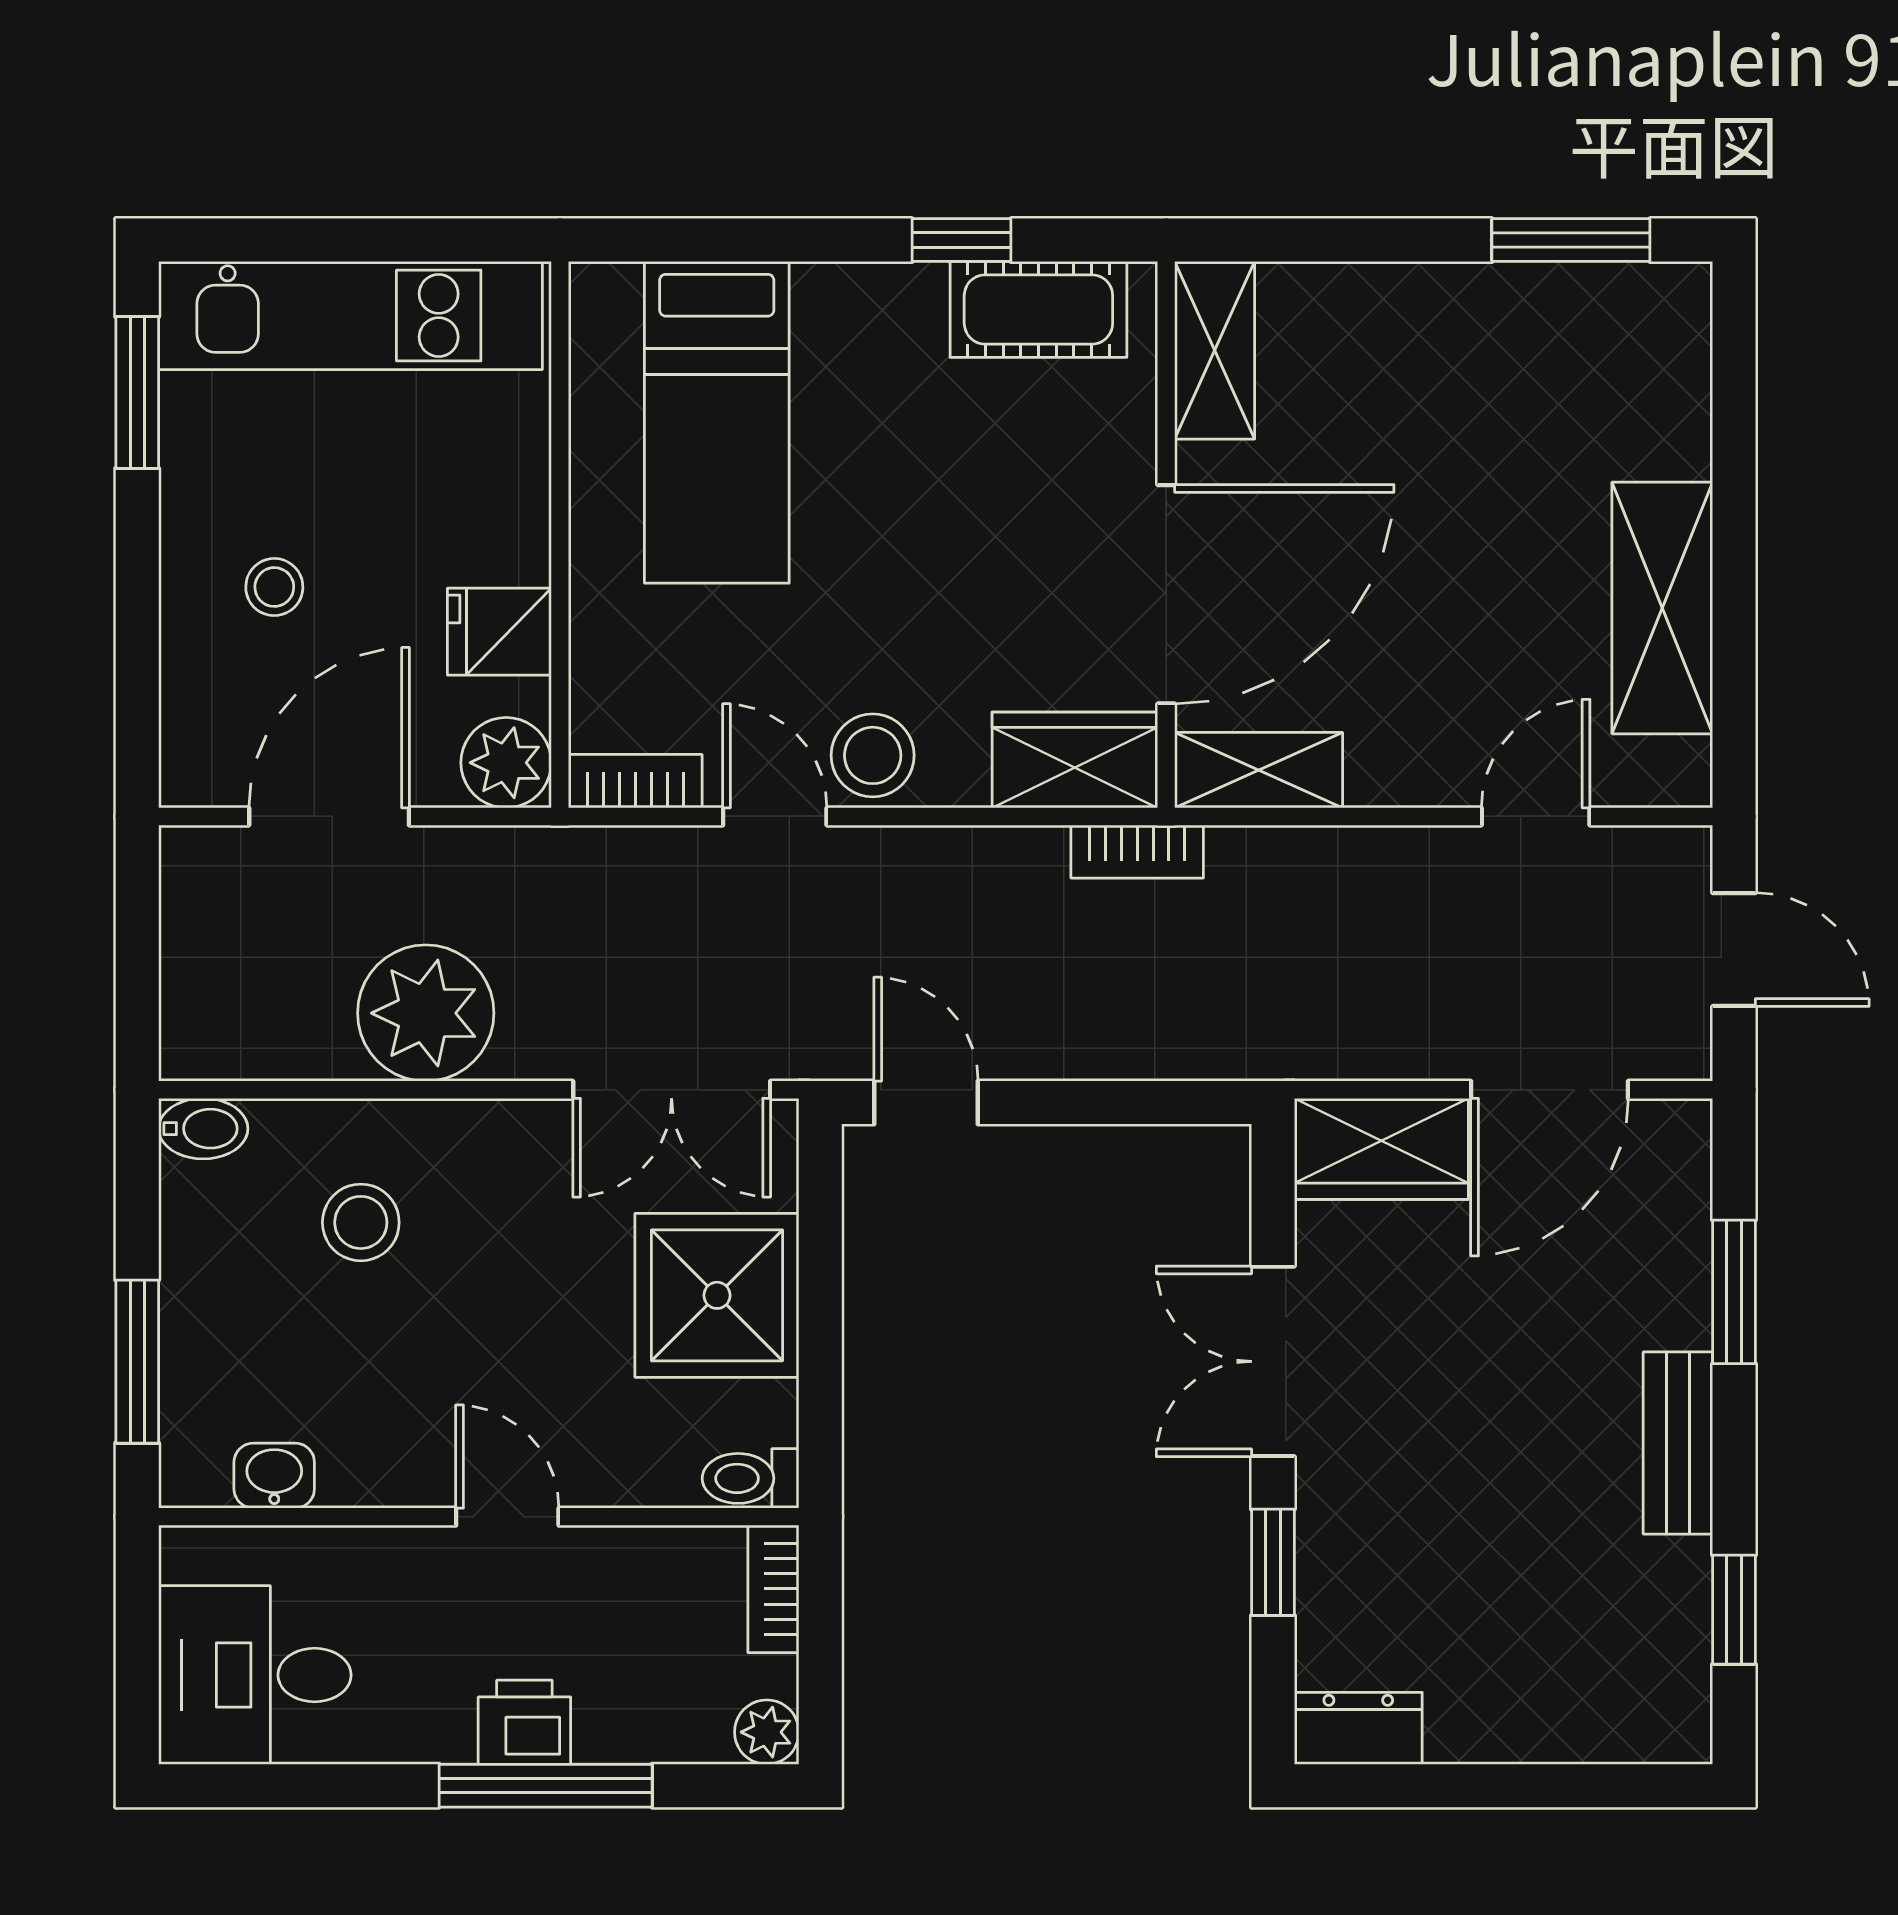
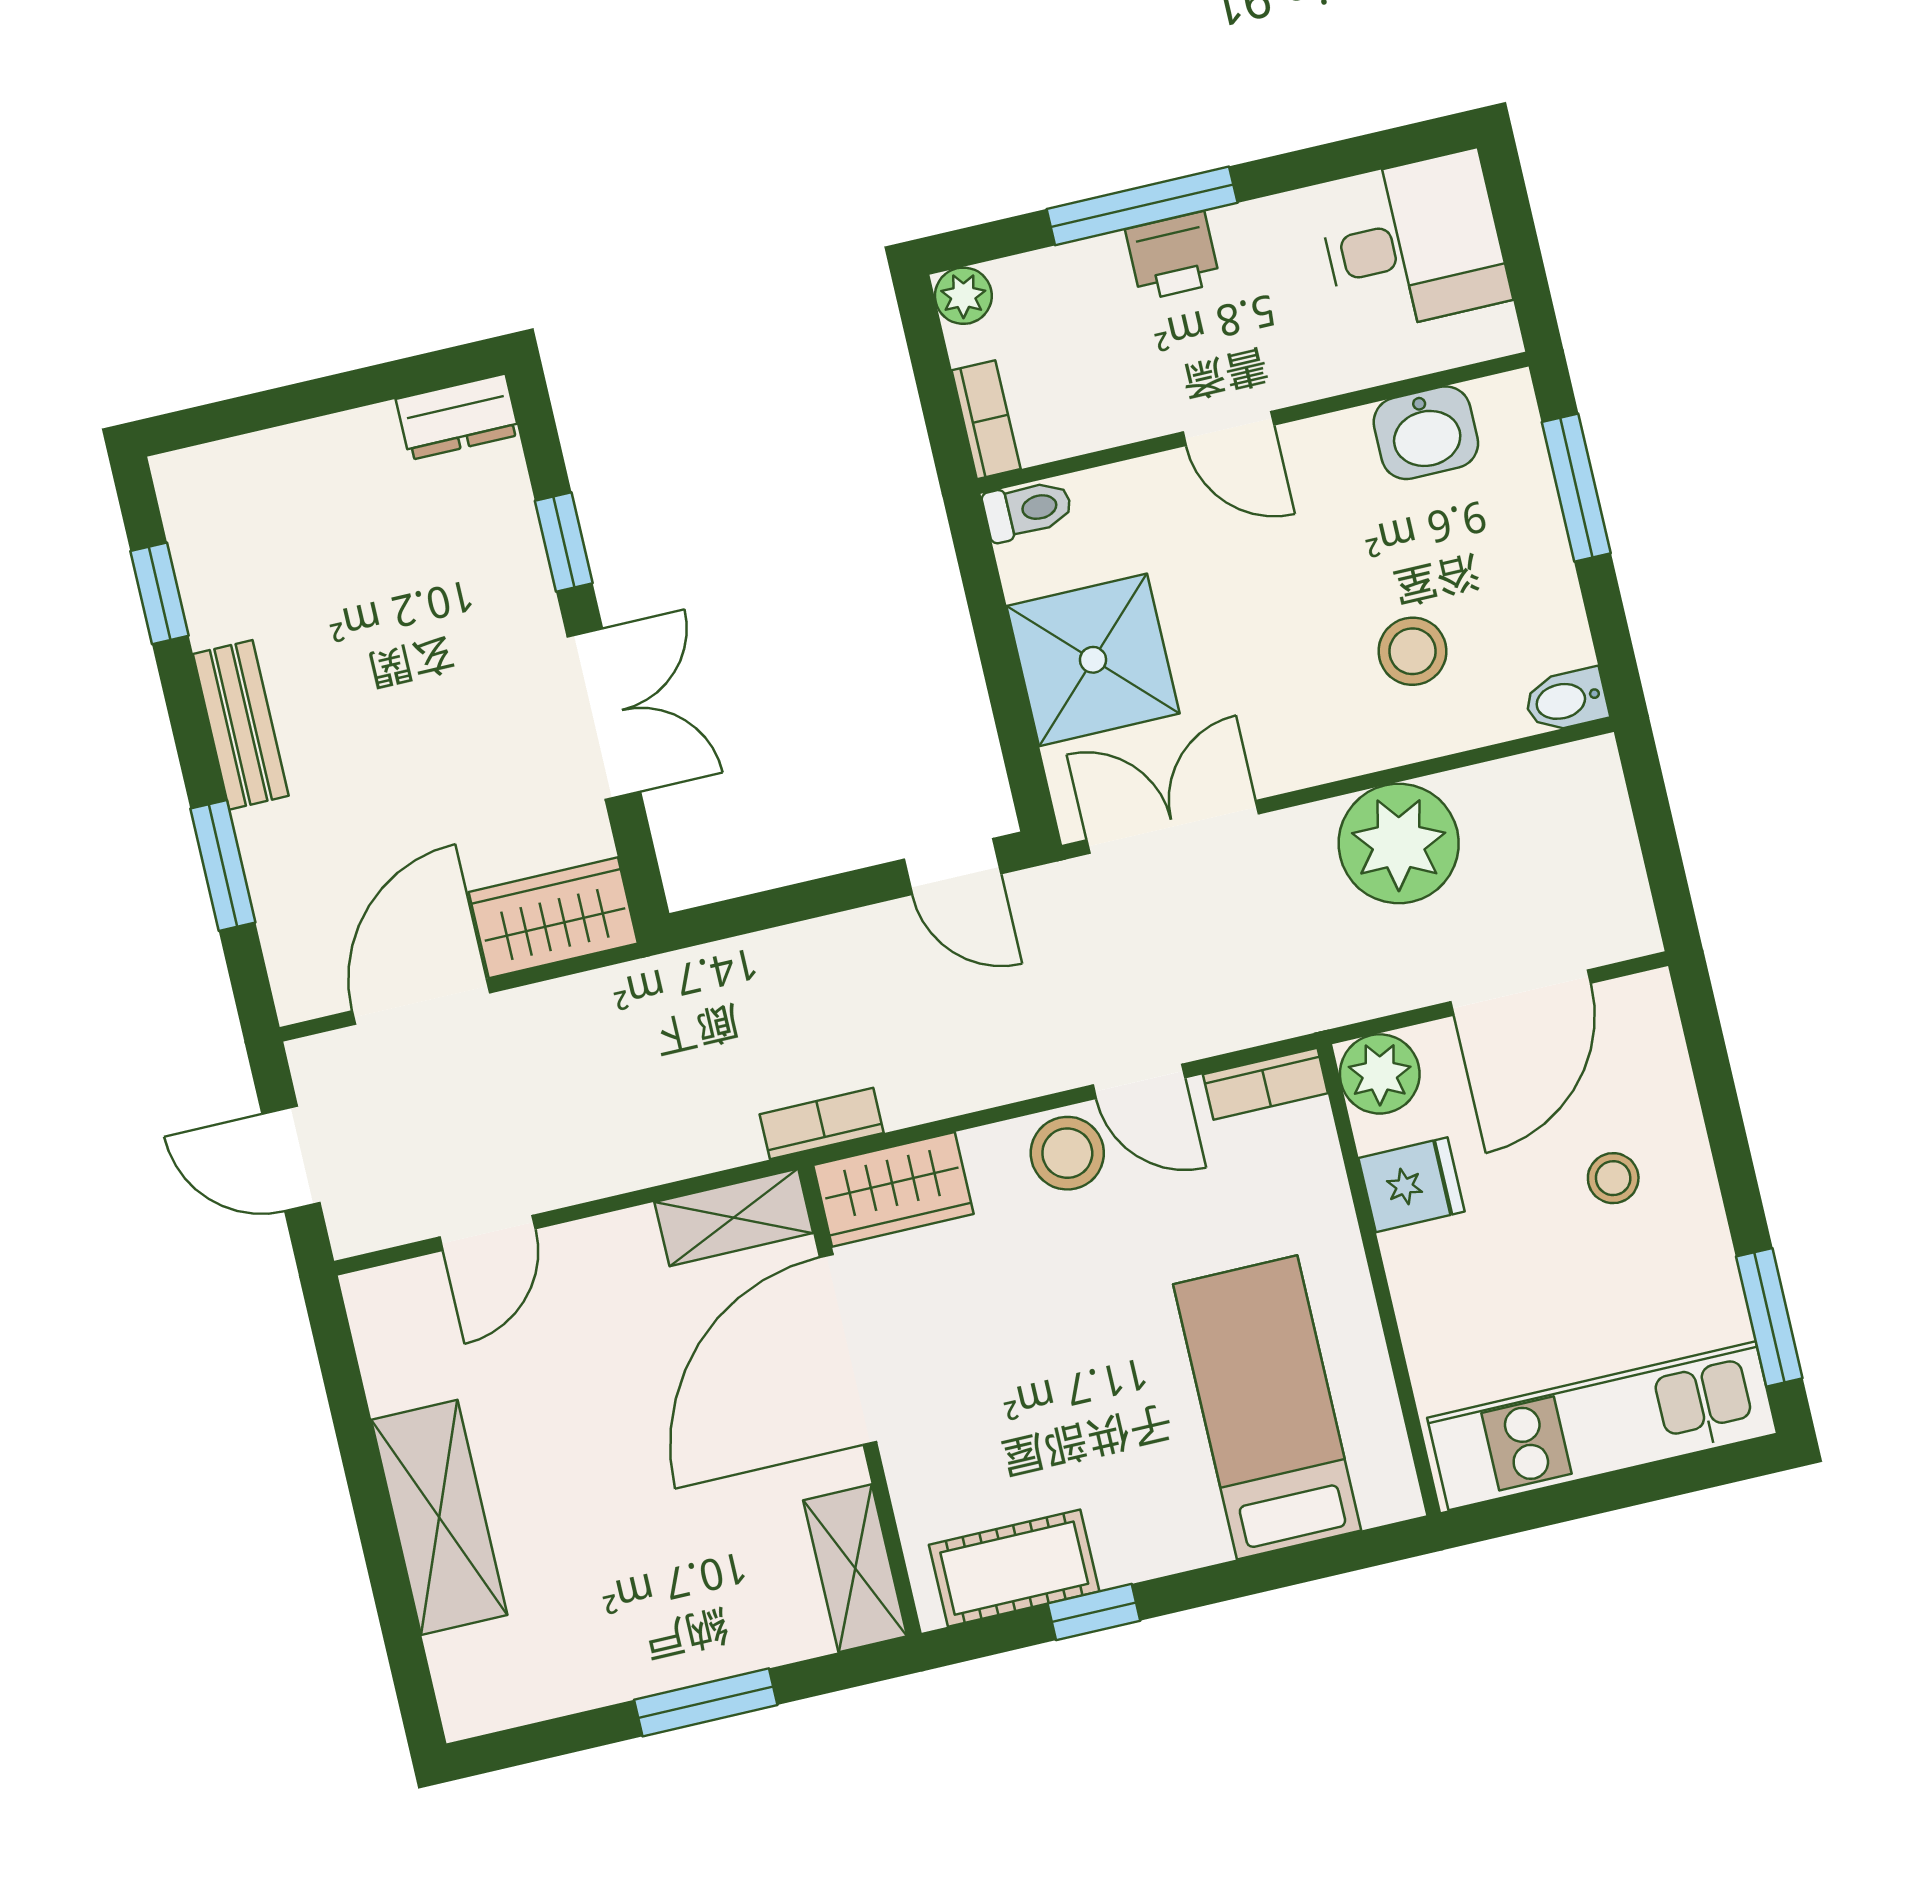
window: (1571, 240) -> (706, 1702), moved
shelving: (1662, 608) -> (439, 1517), moved
washbasin: (274, 1476) -> (1426, 433), width x1.38, depth x1.45

